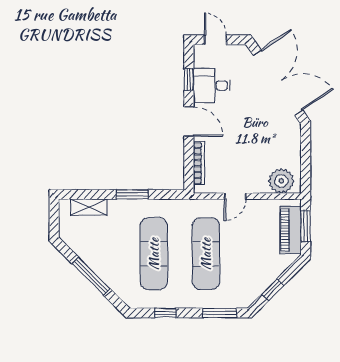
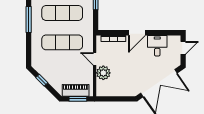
window: (189, 80) -> (161, 33), removed
plant: (281, 181) -> (103, 73), moved
window: (165, 313) -> (29, 19), width x2.17
window: (220, 313) -> (29, 50), removed

